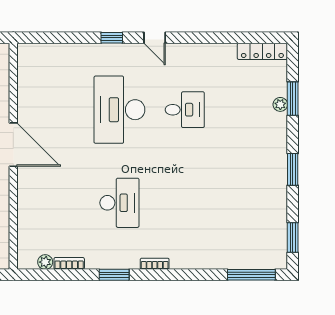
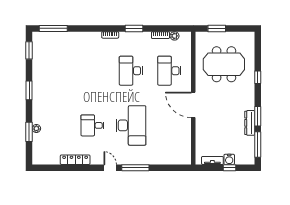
window: (112, 38) -> (135, 168), width x2.17
locker: (262, 51) -> (75, 160), moved
desk: (54, 203) -> (169, 71), added

